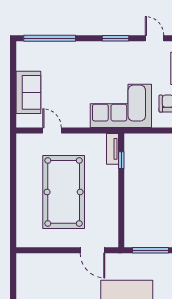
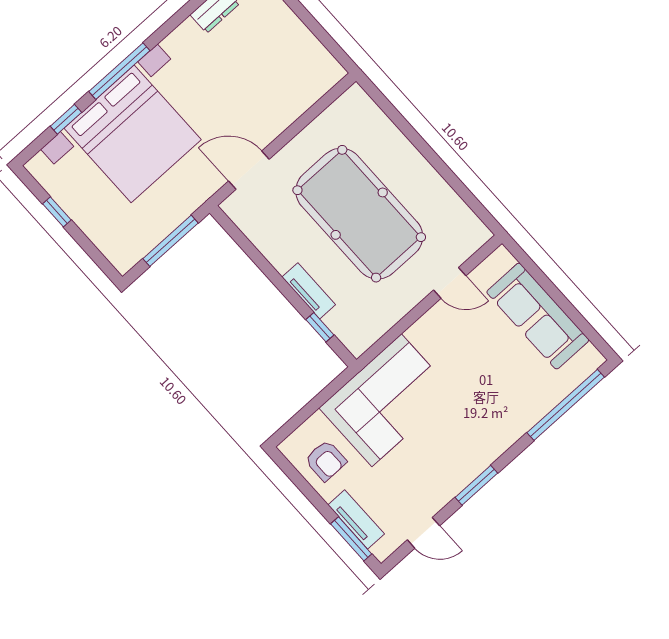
sofa: (28, 92) -> (538, 316), width x1.36
tv unit: (113, 149) -> (309, 291), moved

